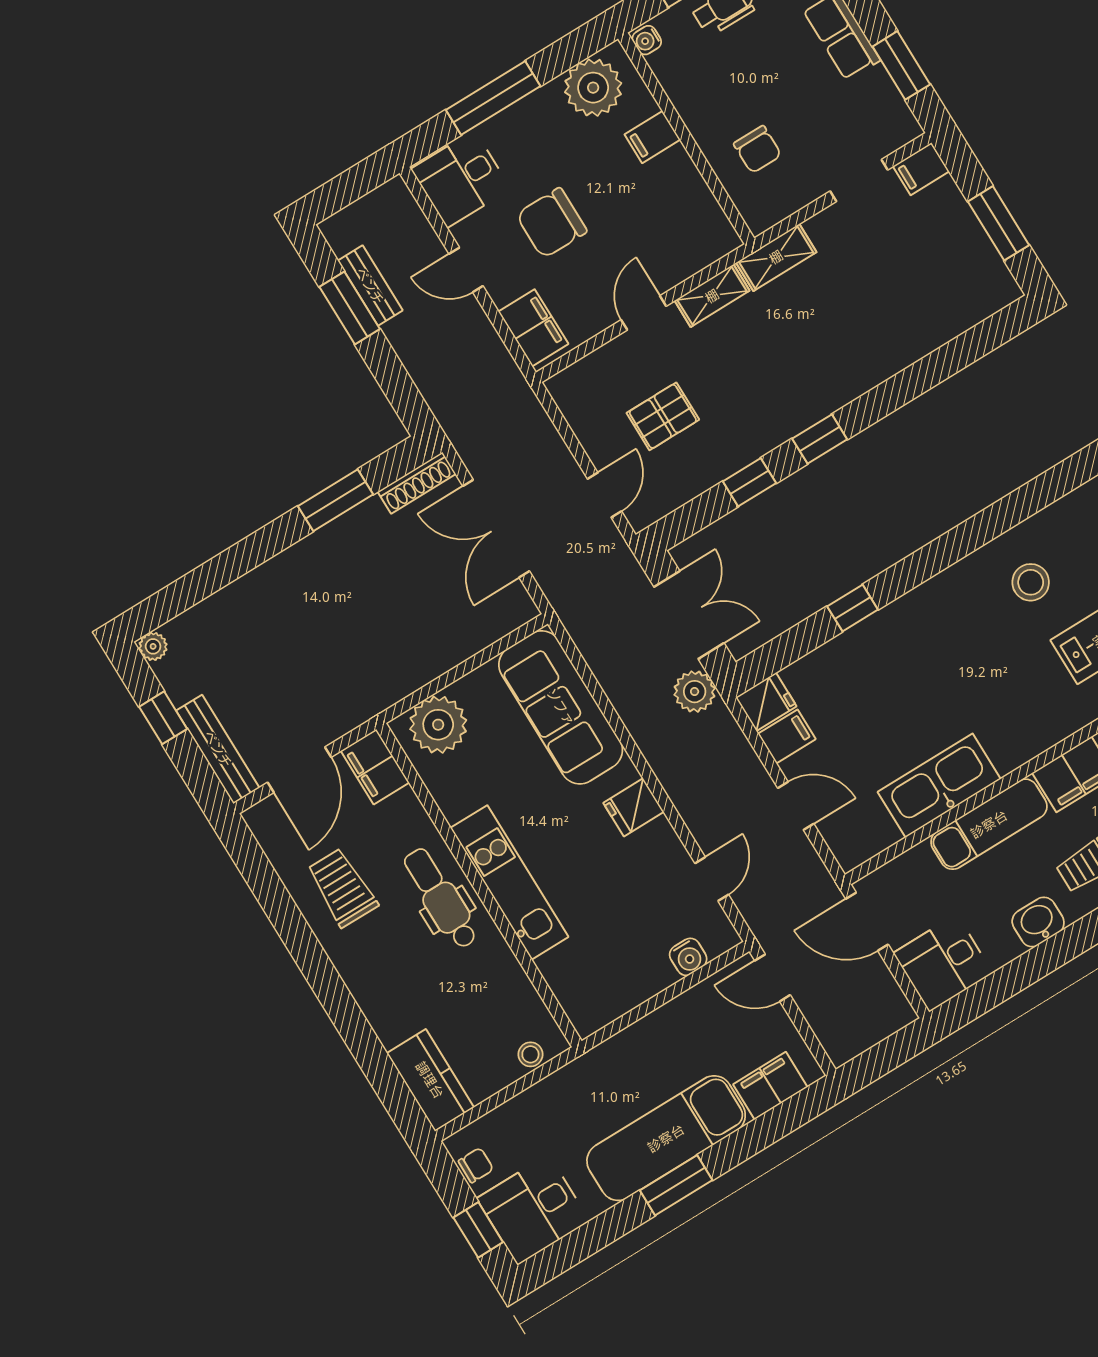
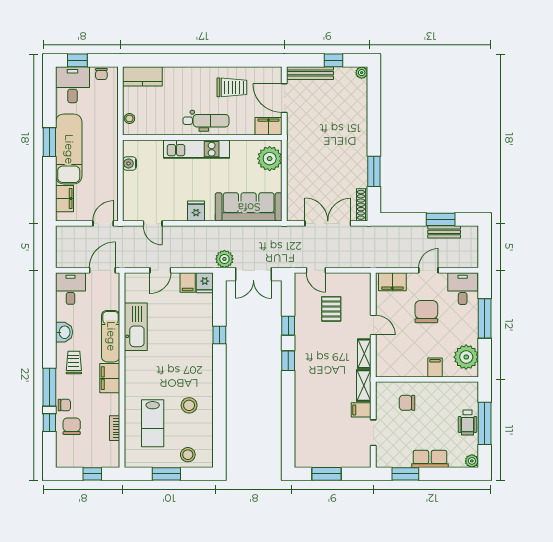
water cooler: (647, 40) -> (471, 387), removed
filing cabinet: (921, 169) -> (361, 410), moved, turned -90
water cooler: (688, 957) -> (130, 163), moved

